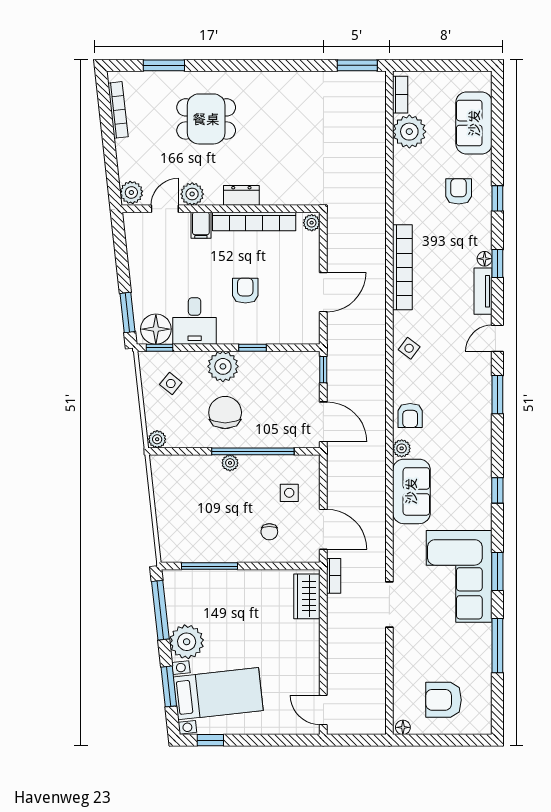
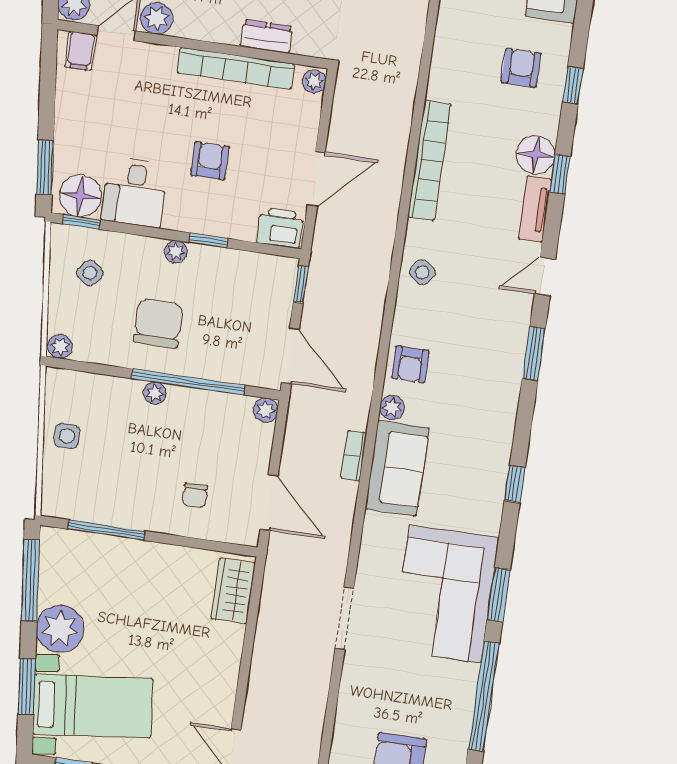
dresser: (241, 195) -> (267, 36), moved
filing cabinet: (201, 225) -> (80, 51), moved
floor lamp: (485, 259) -> (536, 155), width x1.89, depth x1.89
printer: (303, 331) -> (280, 228), added
plant: (223, 366) -> (176, 252), width x0.53, depth x0.53
plant: (311, 463) -> (266, 410), added
side table: (289, 493) -> (67, 436), moved
bookcase: (334, 576) -> (354, 456), moved, turned 180
window: (497, 646) -> (484, 696), width x1.46

